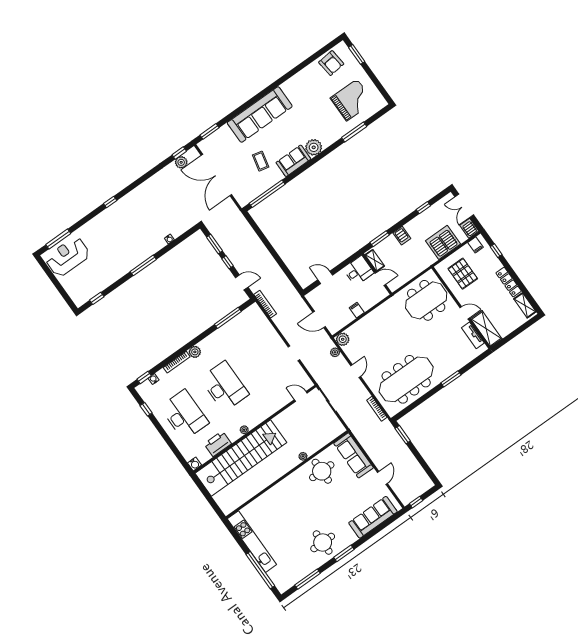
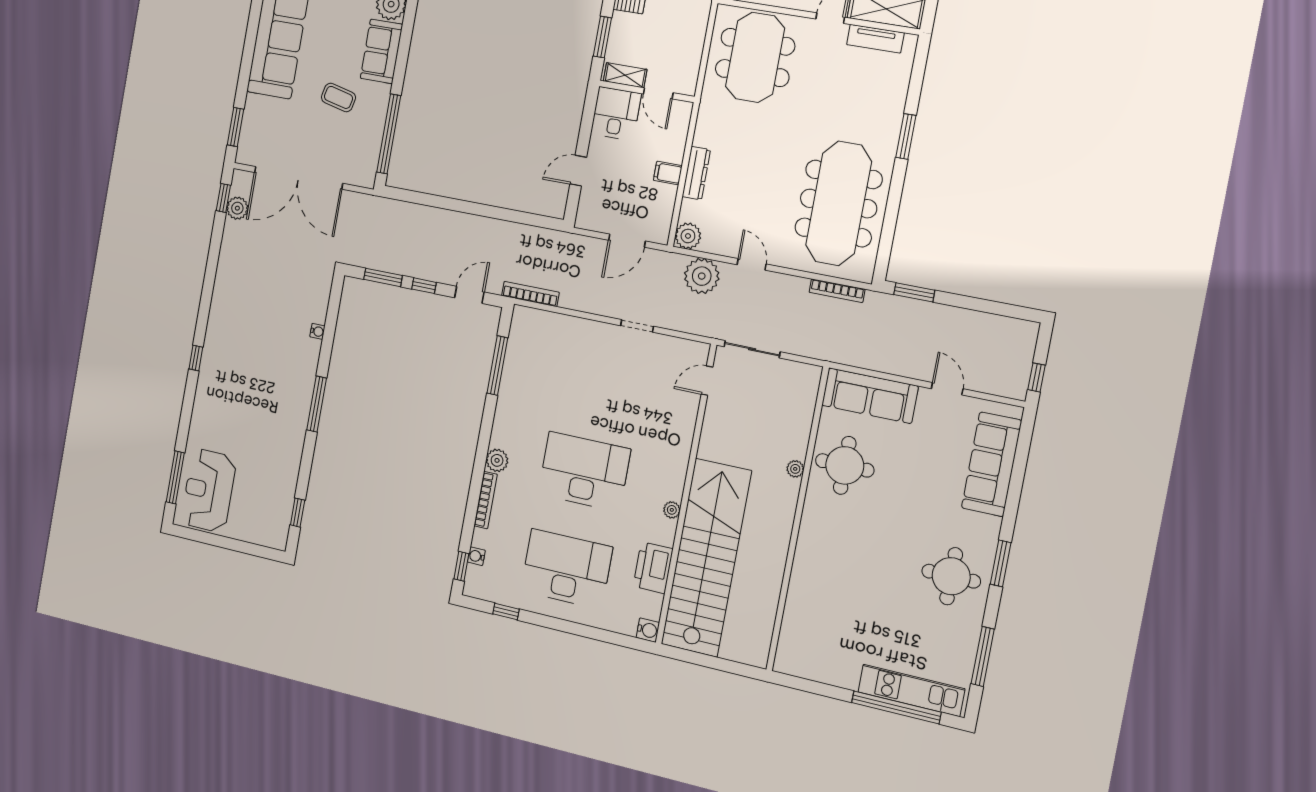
door: (380, 279) -> (658, 93), swing flipped
dresser: (367, 320) -> (696, 173), added
plant: (335, 352) -> (702, 276), width x1.87, depth x1.87
kitchen unit: (252, 542) -> (911, 690), moved, width x0.73

